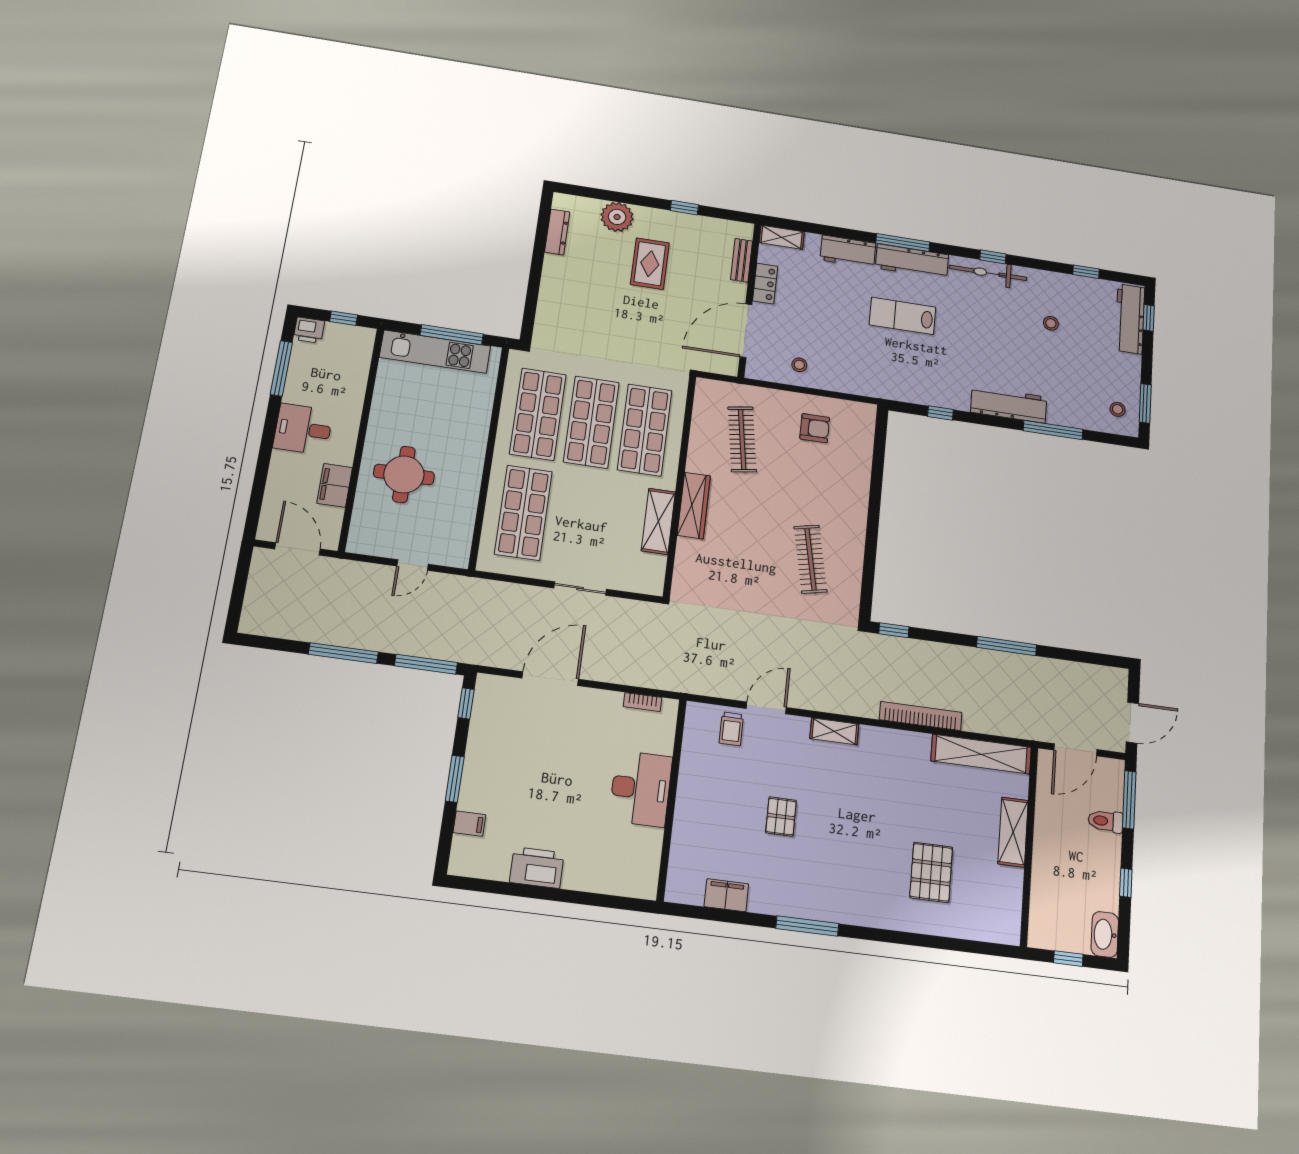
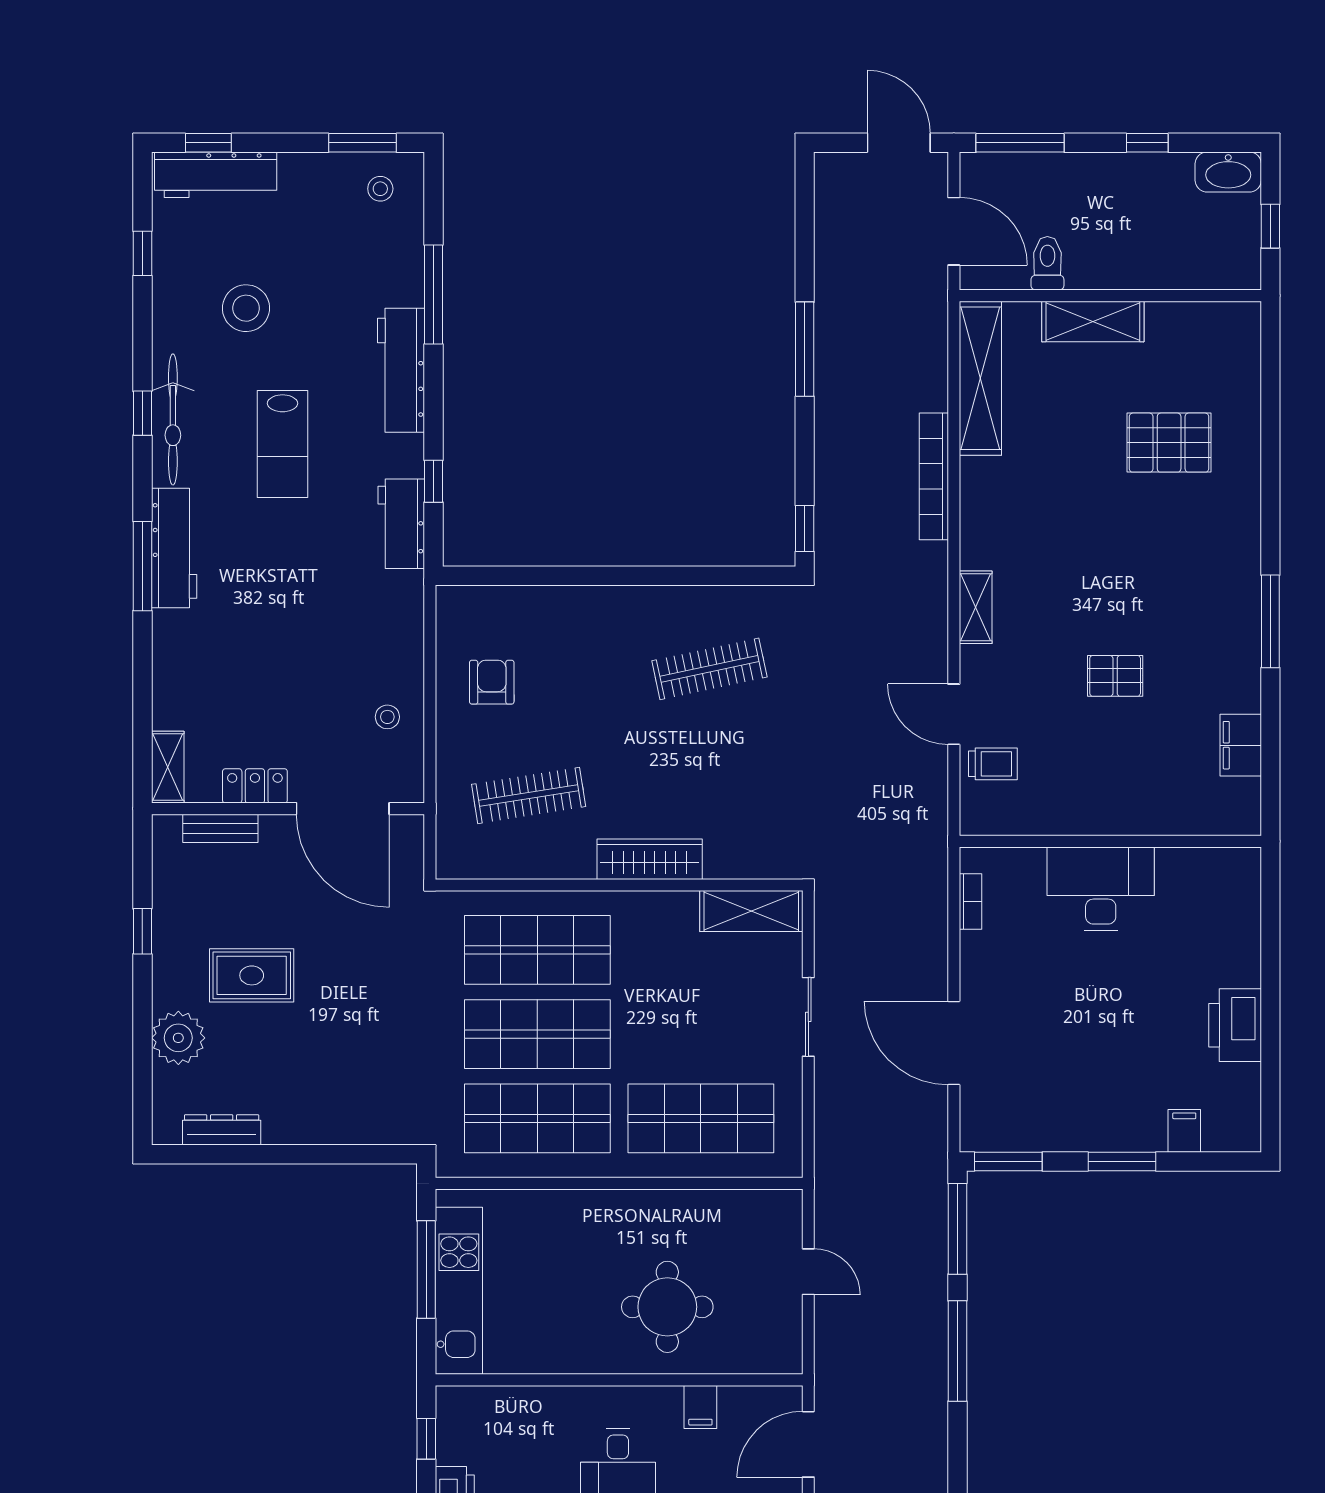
workbench: (848, 252) -> (401, 524), moved, turned 180
lab bench: (902, 316) -> (282, 444), moved
stool: (1051, 323) -> (246, 308), width x1.89, depth x1.89
filing cabinet: (335, 485) -> (700, 1407), width x0.50
shelving: (658, 521) -> (751, 911), moved
window: (466, 703) -> (1008, 1161), width x1.50
toilet: (1105, 821) -> (1047, 263), moved, turned 180

